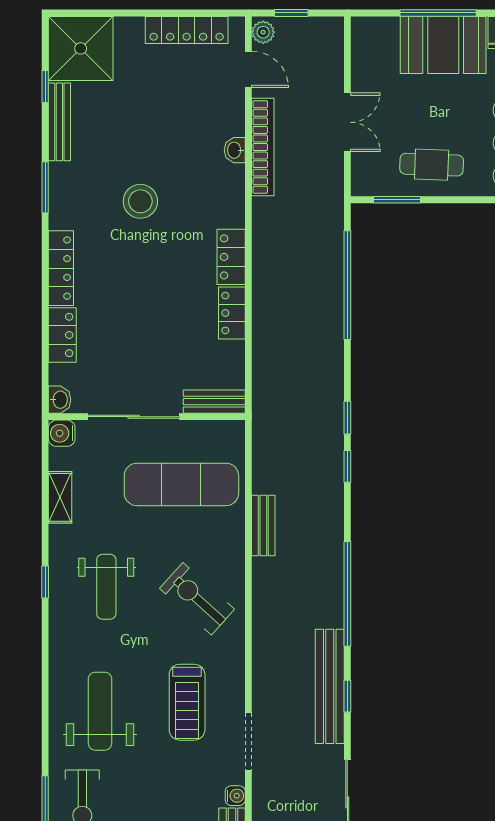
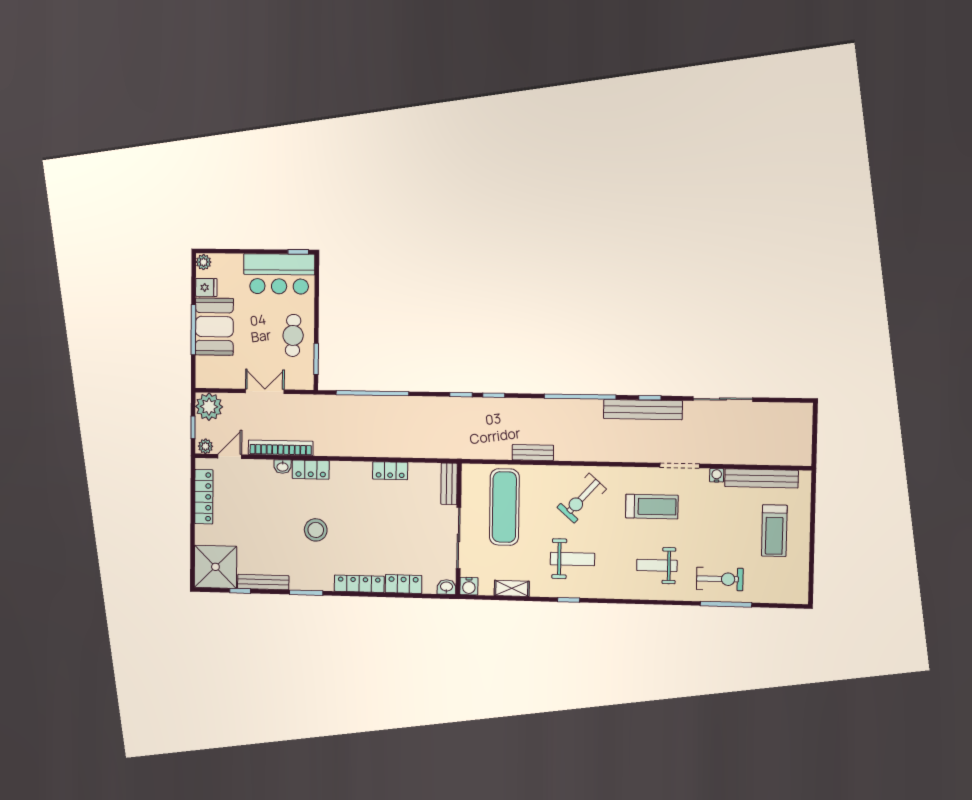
plant: (323, 37) -> (209, 407), added
locker: (231, 257) -> (311, 470), moved
weight bench: (100, 711) -> (657, 565), width x0.73, depth x0.75

